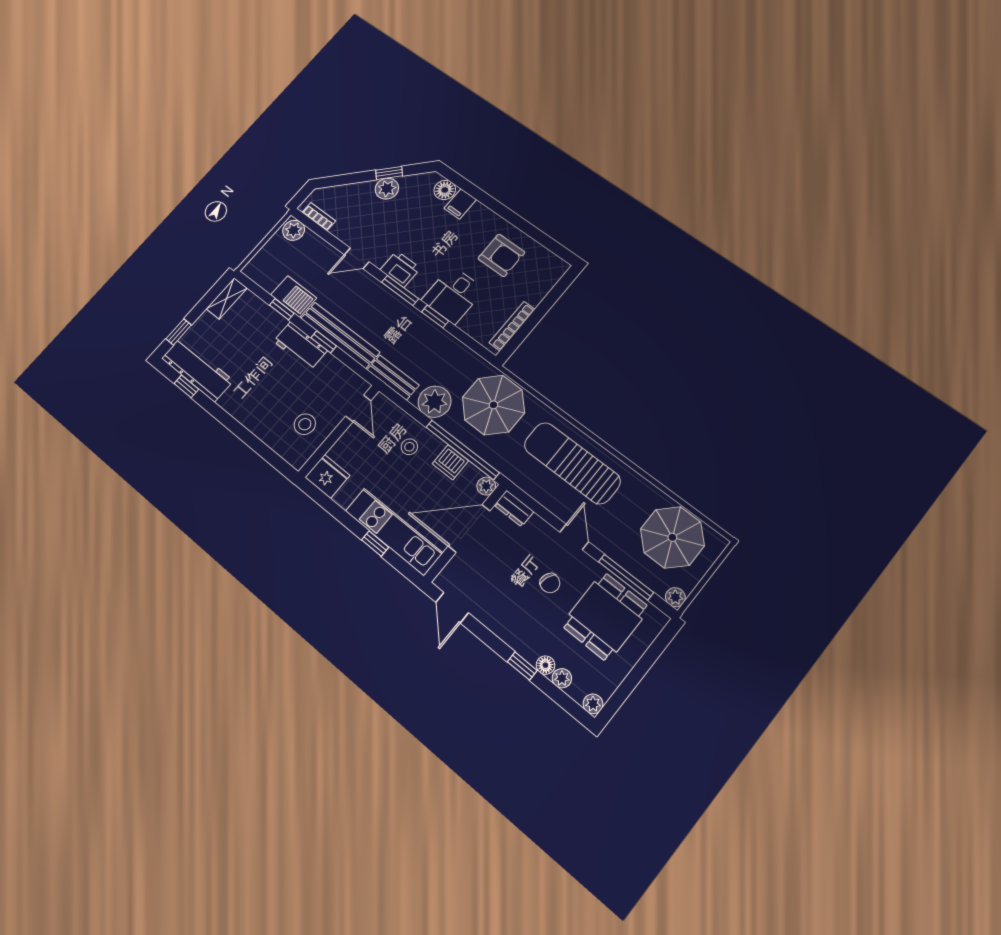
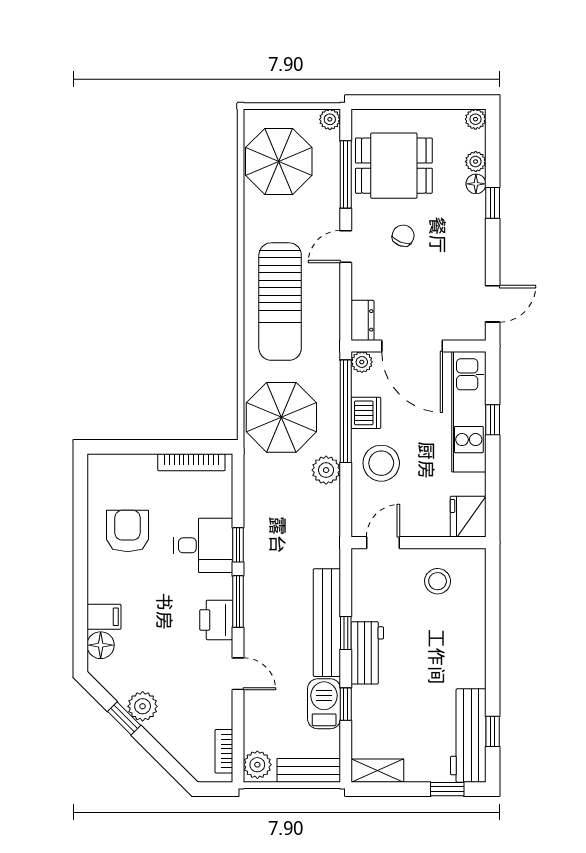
bench: (393, 377) -> (309, 770), moved, turned 90
plant: (435, 402) -> (326, 470), width x0.73, depth x0.73
stool: (409, 447) -> (381, 463), width x1.89, depth x1.89

